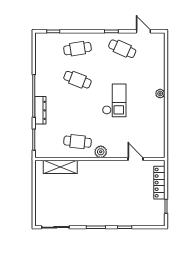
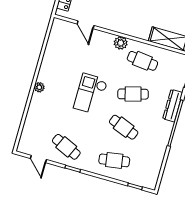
cafe table: (77, 111) -> (133, 94), added

